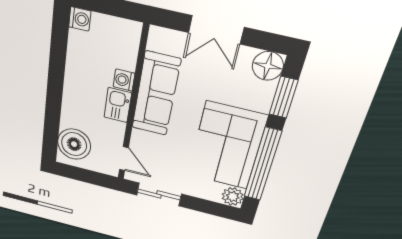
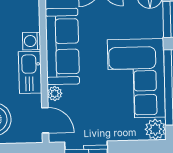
kitchen sink: (118, 105) -> (30, 72), width x1.38
plant: (138, 137) -> (55, 93), added

